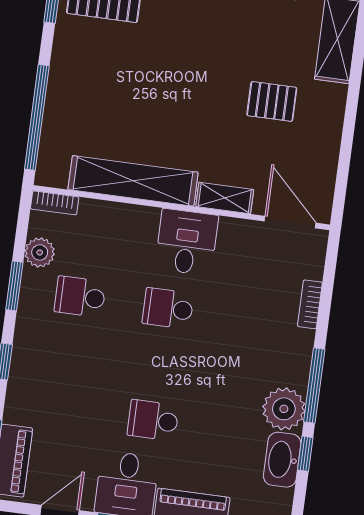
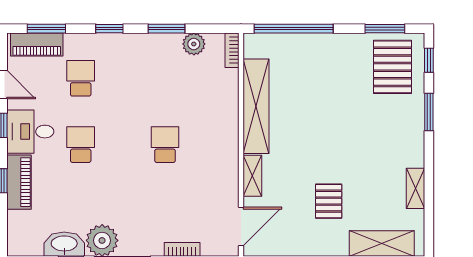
desk: (187, 242) -> (216, 152), removed
school desk: (80, 297) -> (81, 78), moved

